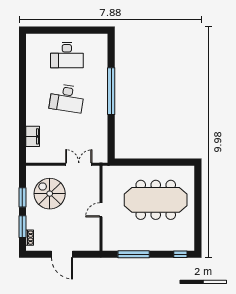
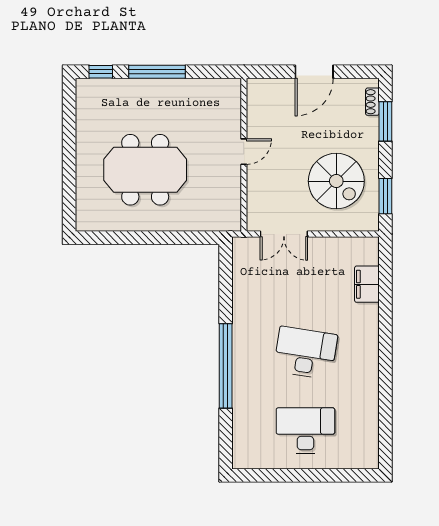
window: (22, 197) -> (385, 196), moved
meeting table: (156, 200) -> (145, 170), width x0.73
door: (62, 254) -> (314, 72), swing flipped
window: (134, 254) -> (157, 72), moved

